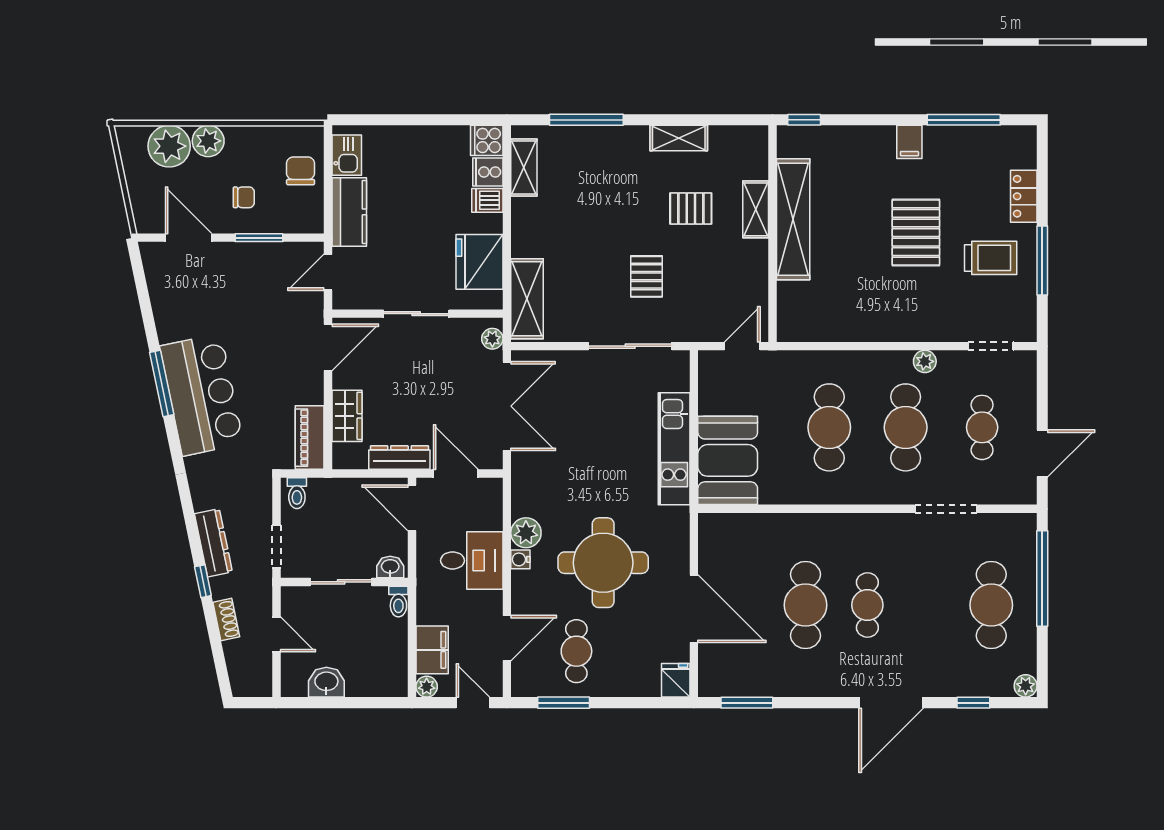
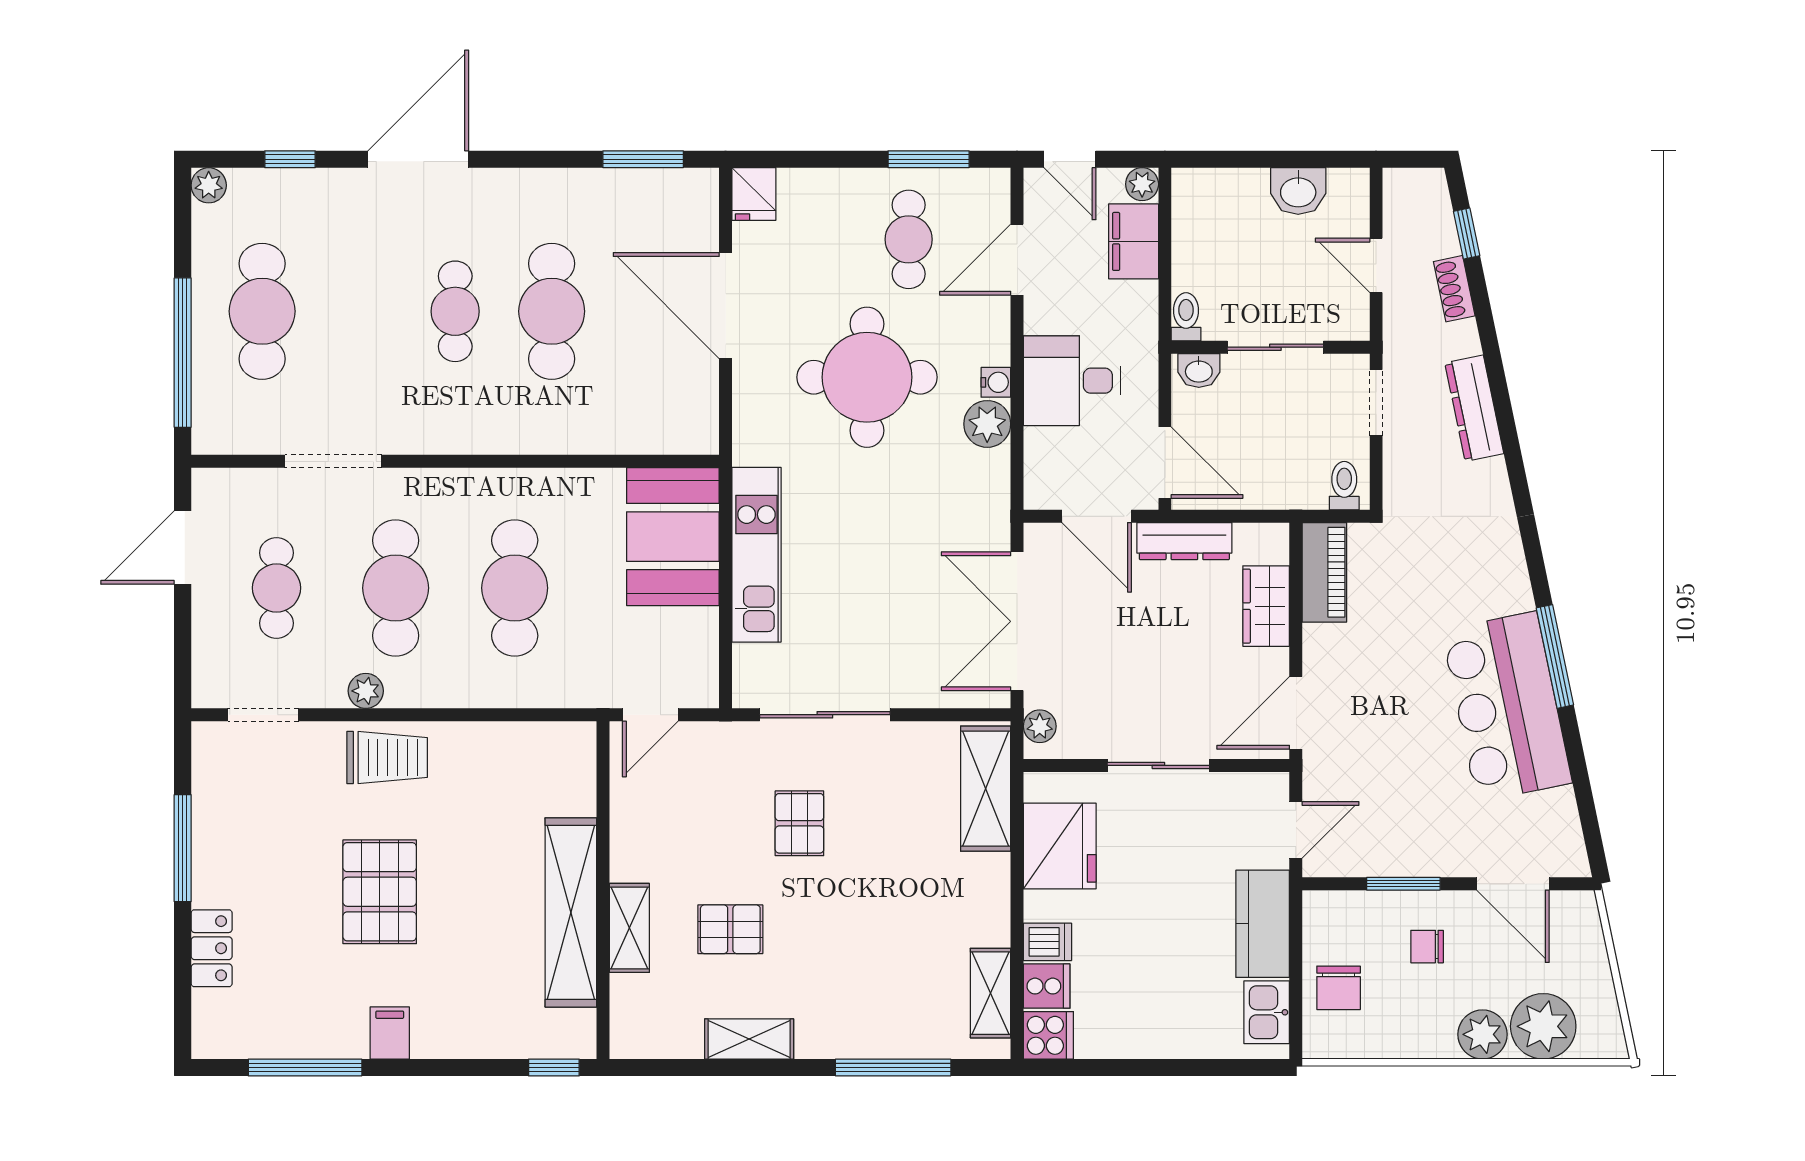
trolley: (991, 258) -> (387, 758), moved, turned 180
bar counter: (202, 395) -> (1507, 707), moved
window: (203, 581) -> (1467, 233), moved

